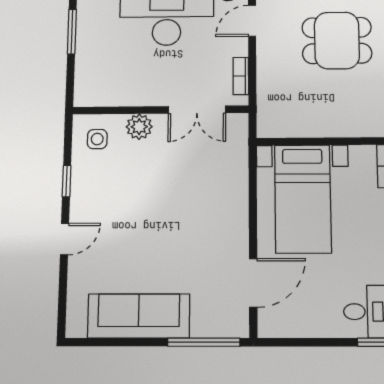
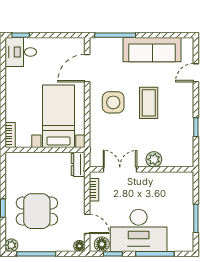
door: (252, 21) -> (87, 224), hinge flipped
dresser: (268, 117) -> (78, 165), added
side table: (97, 139) -> (113, 102), moved, width x1.87, depth x1.87
coffee table: (146, 222) -> (149, 103), added
door: (64, 239) -> (196, 73), moved

